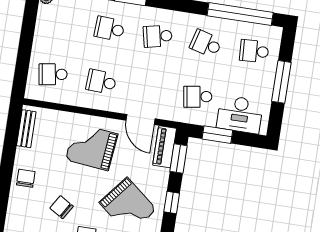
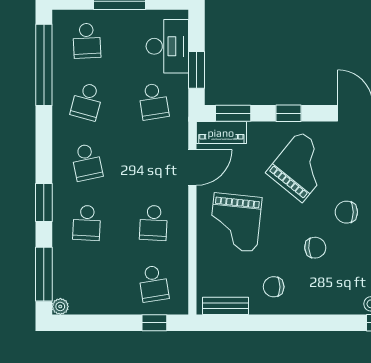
window: (22, 70) -> (154, 323), added
chair: (26, 178) -> (274, 287), moved
chair: (62, 207) -> (315, 248), turned -125

